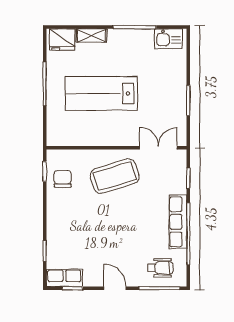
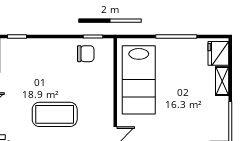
lab bench: (101, 93) -> (139, 80), moved, turned 180
coffee table: (115, 176) -> (55, 114), moved, turned -73

